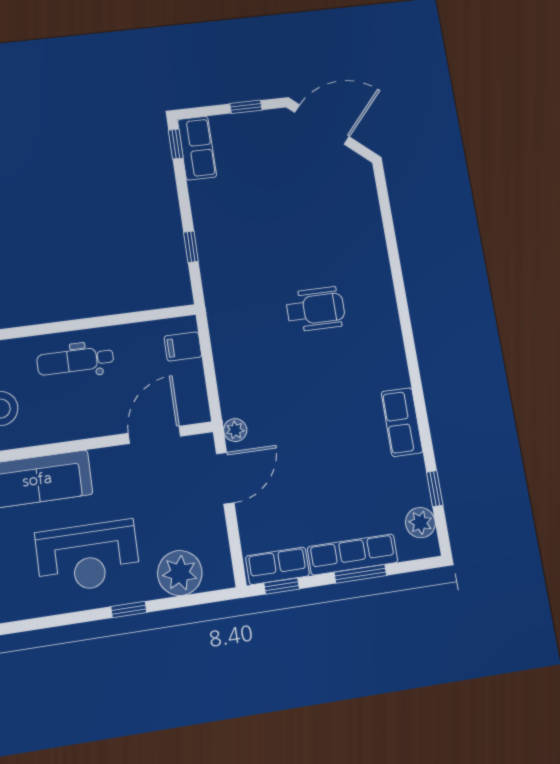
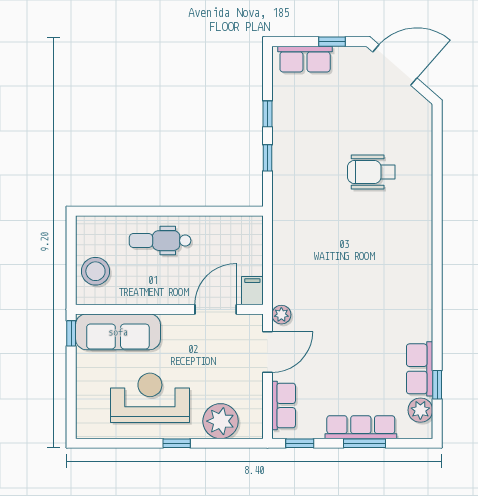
window: (176, 144) -> (268, 114), moved
row of seats: (197, 148) -> (305, 59), moved, turned 90
wheelchair: (315, 309) -> (371, 172), moved, turned 180
filing cabinet: (183, 347) -> (252, 291), moved, turned 90
row of seats: (402, 422) -> (420, 369), moved
reception desk: (88, 557) -> (150, 398), turned 180
row of seats: (278, 566) -> (284, 406), moved, turned 90

